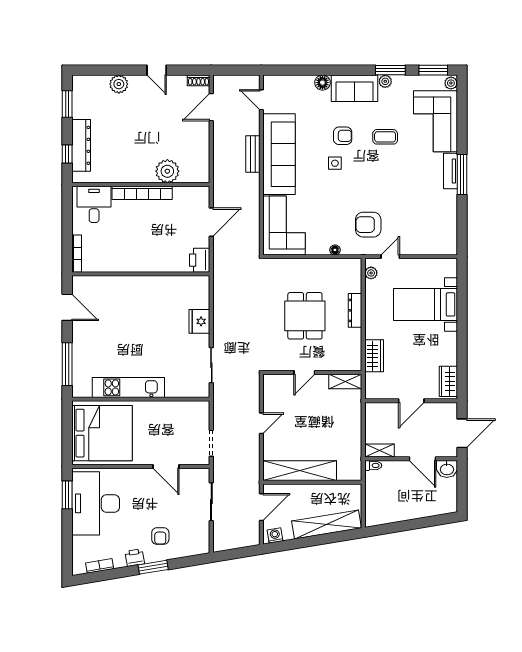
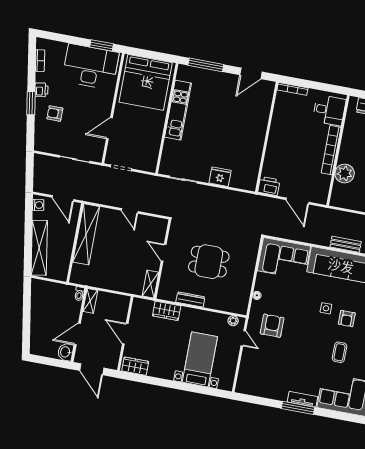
dresser: (355, 310) -> (190, 299), moved

